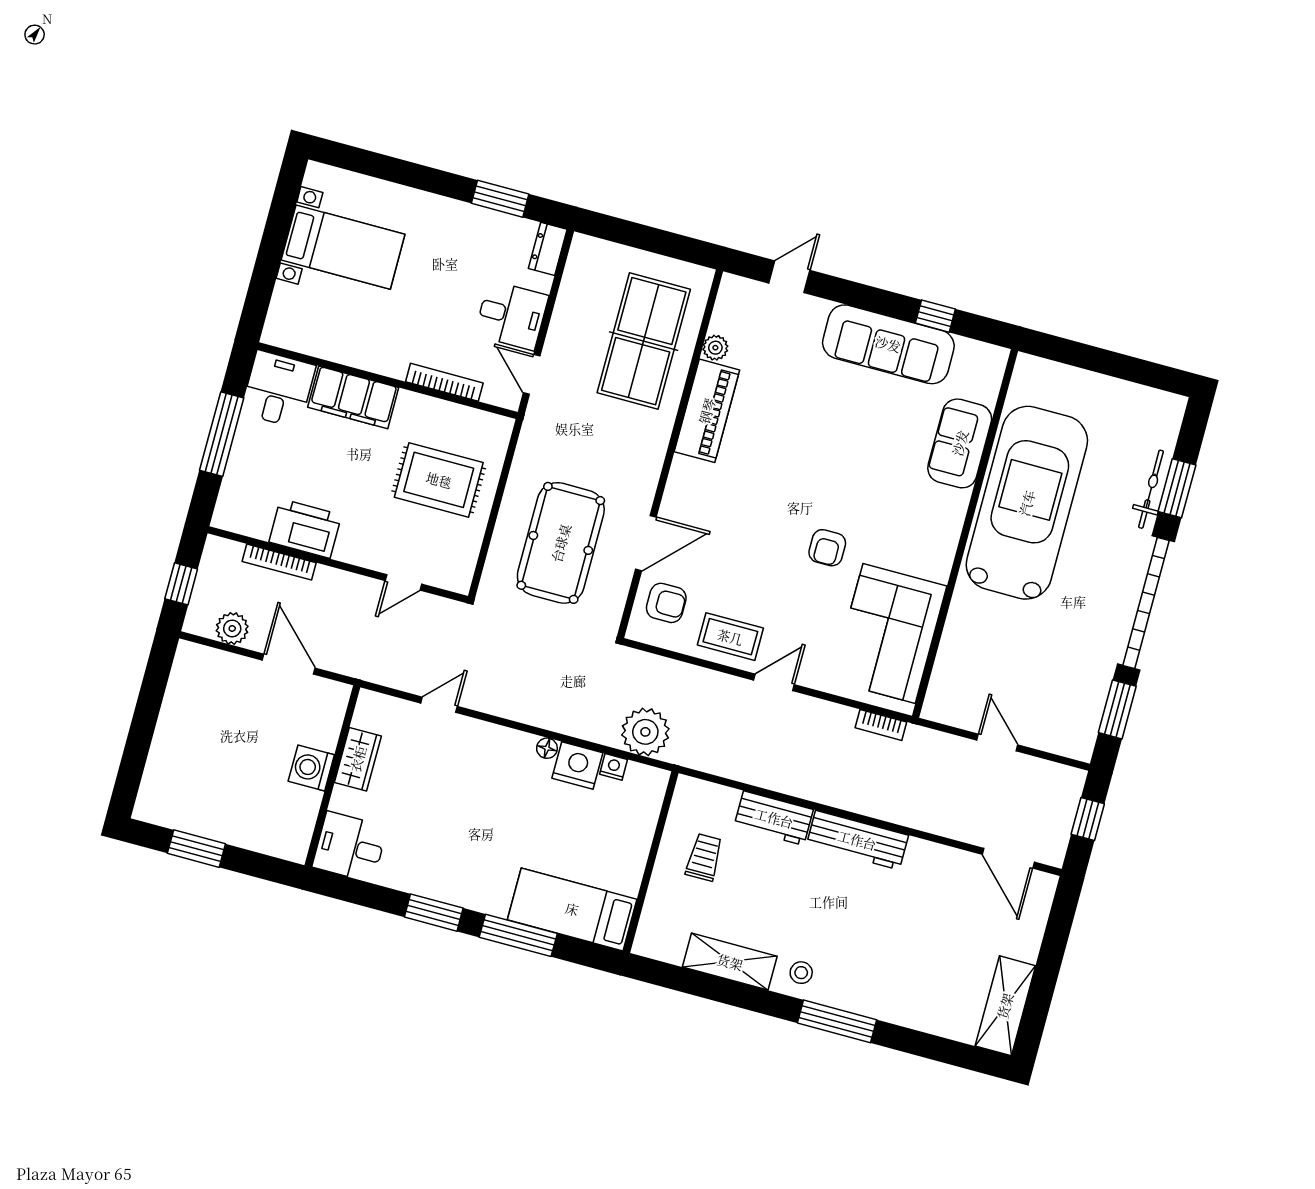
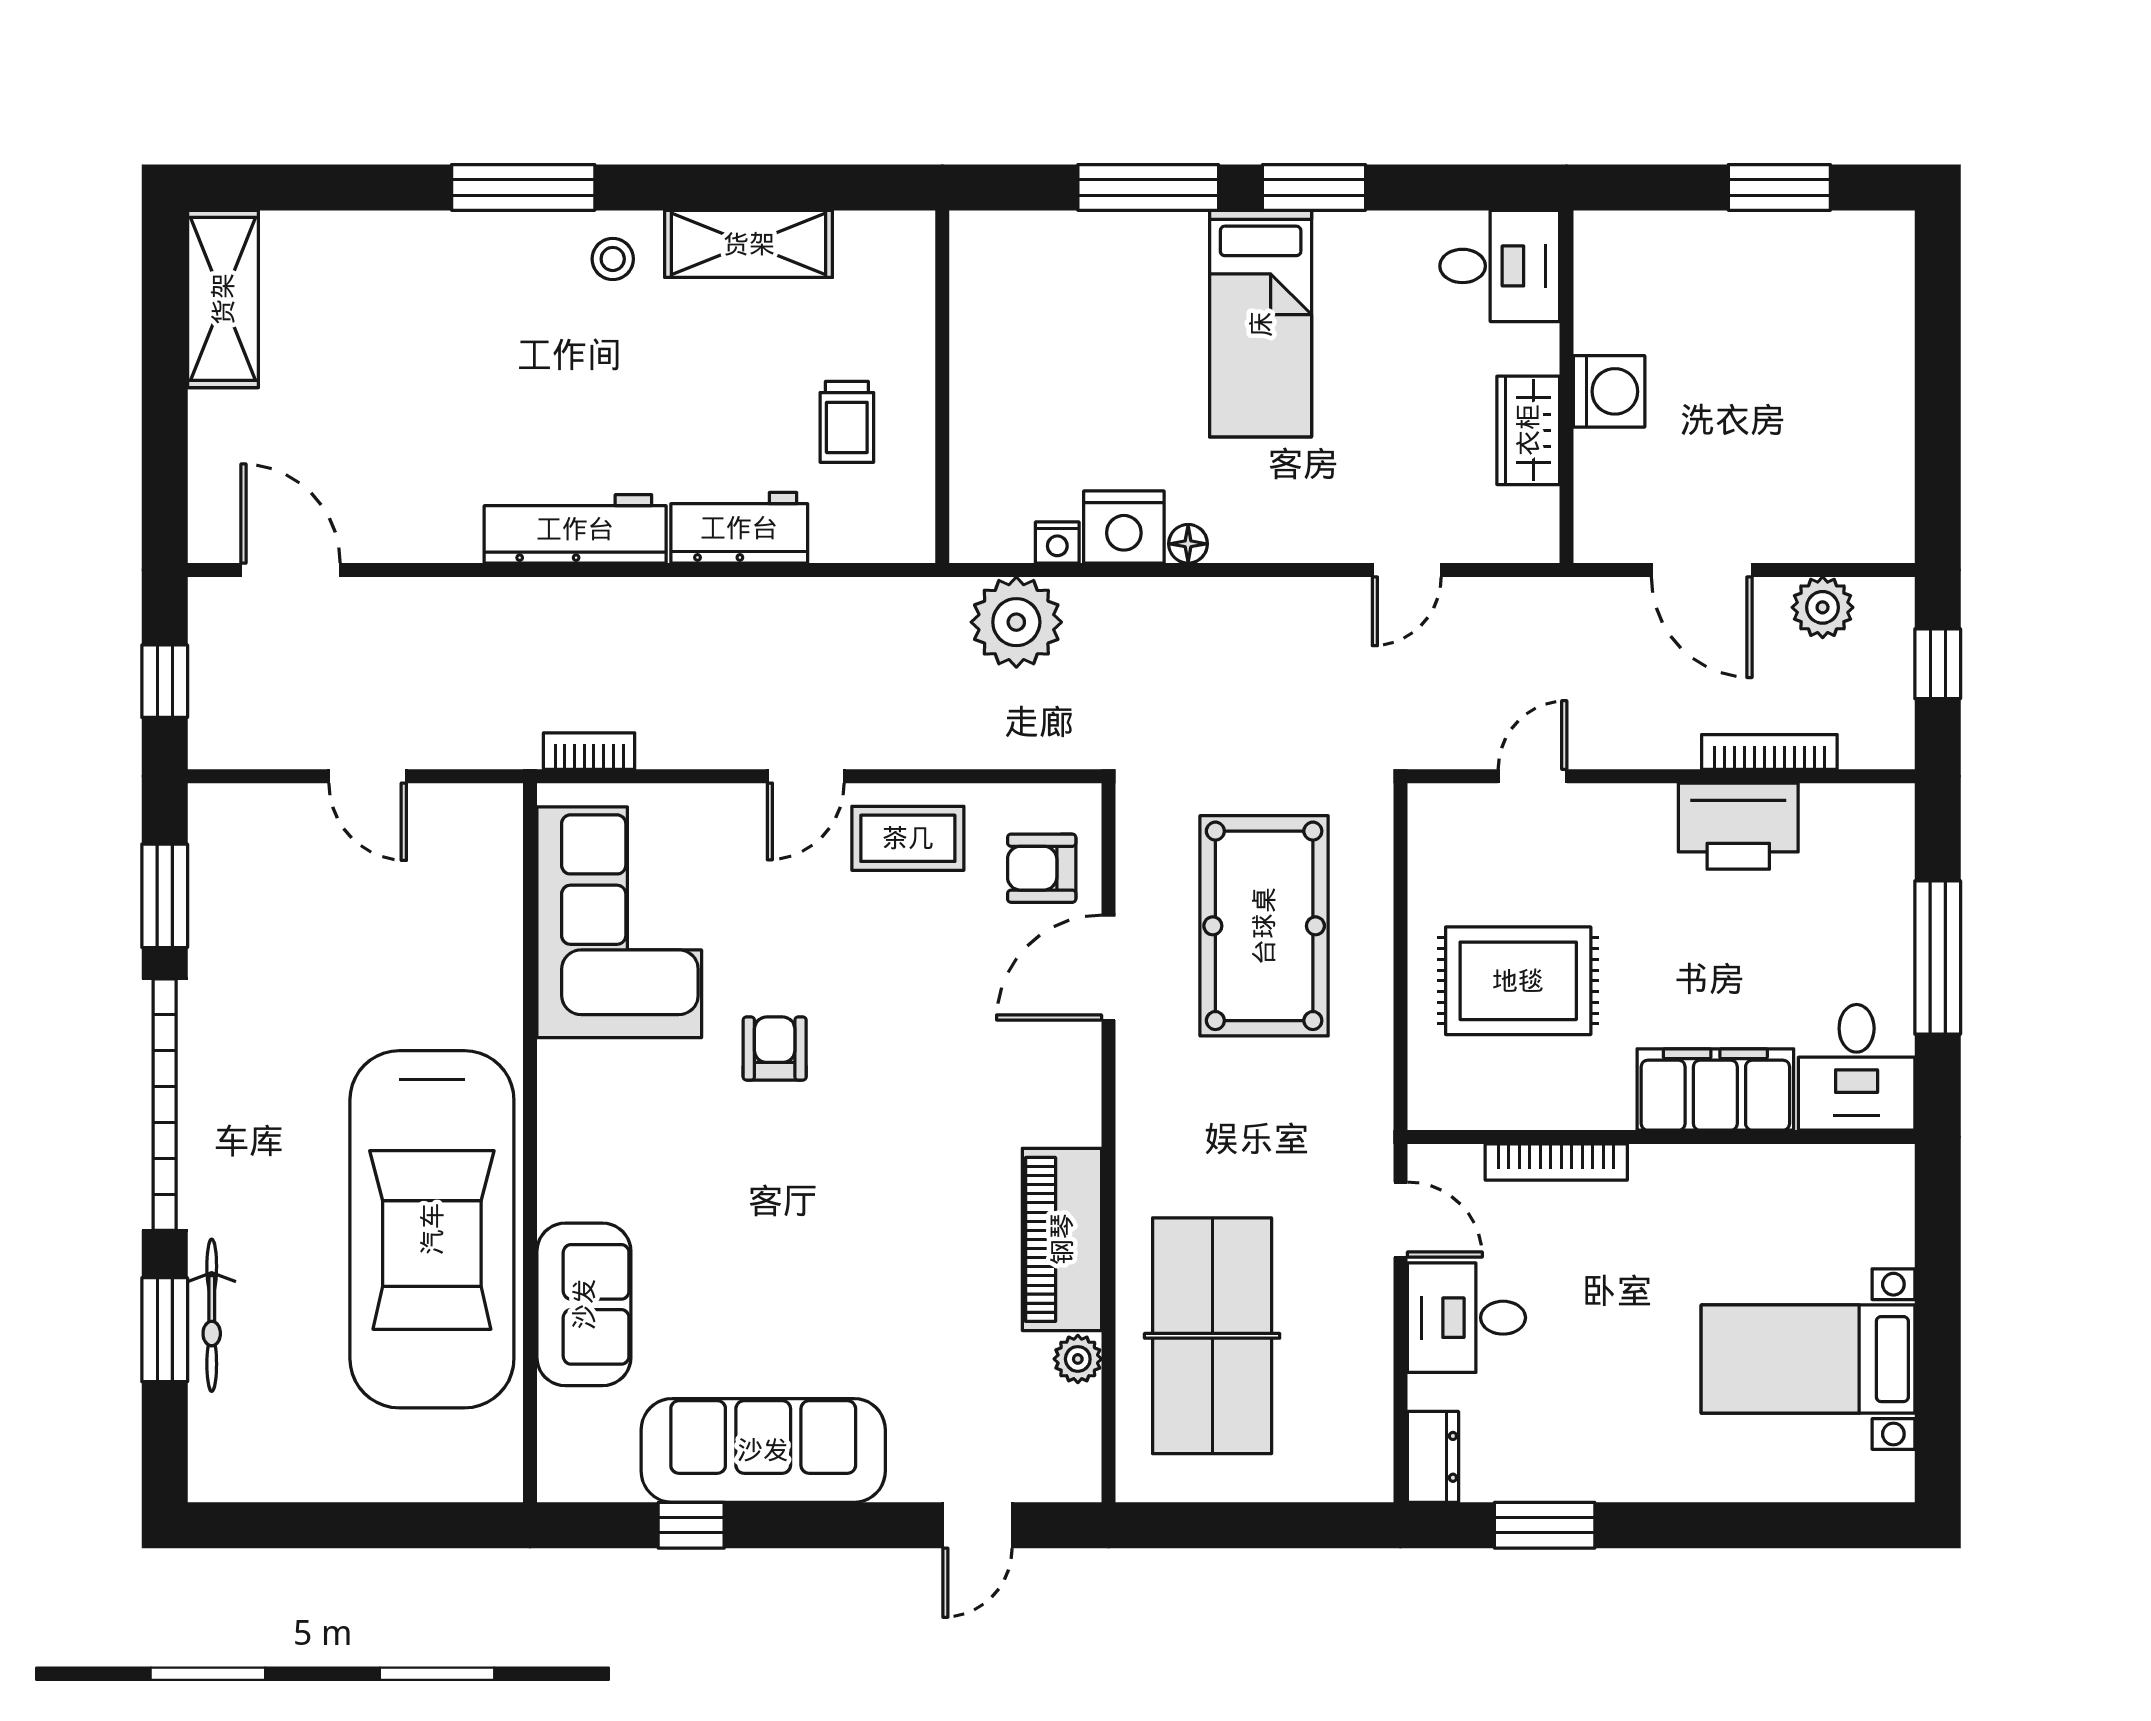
bed: (572, 909) -> (1261, 324), moved, turned 90

